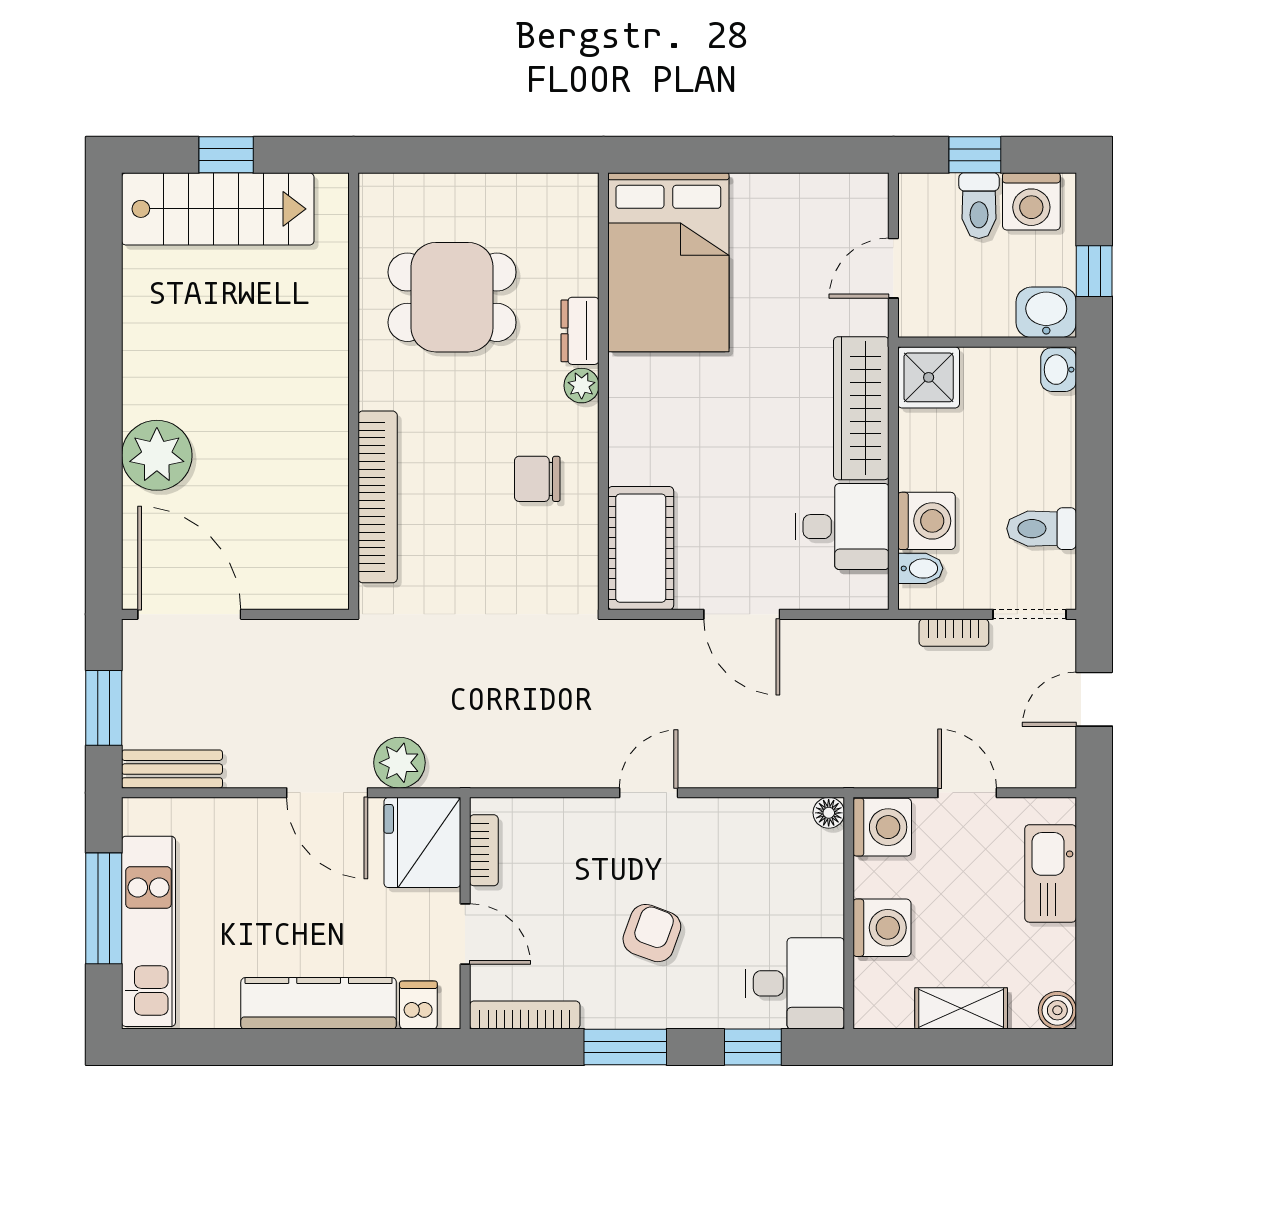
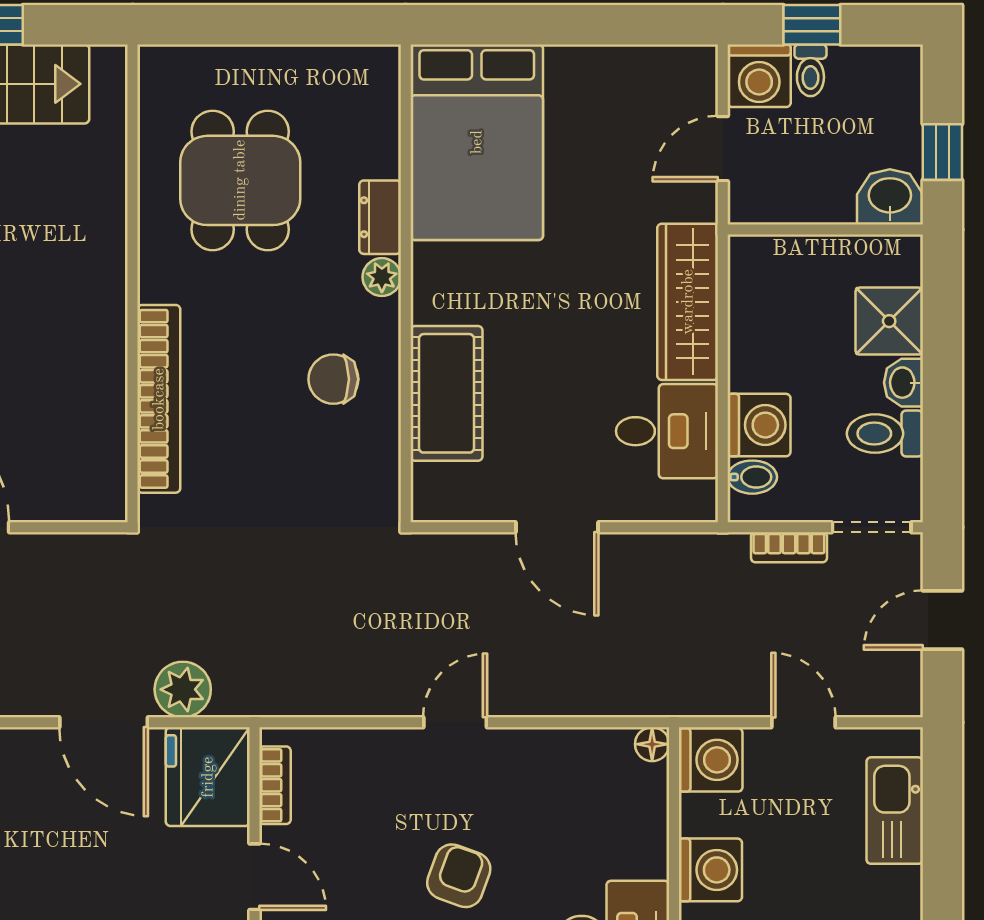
washing machine: (1031, 201) -> (759, 76), moved
toilet: (979, 206) -> (810, 70), width x0.73, depth x0.72
dining table: (452, 297) -> (240, 180), turned 90
washbasin: (1059, 370) -> (903, 383), moved
shower: (929, 377) -> (889, 321), moved
cot: (641, 548) -> (446, 393), moved

